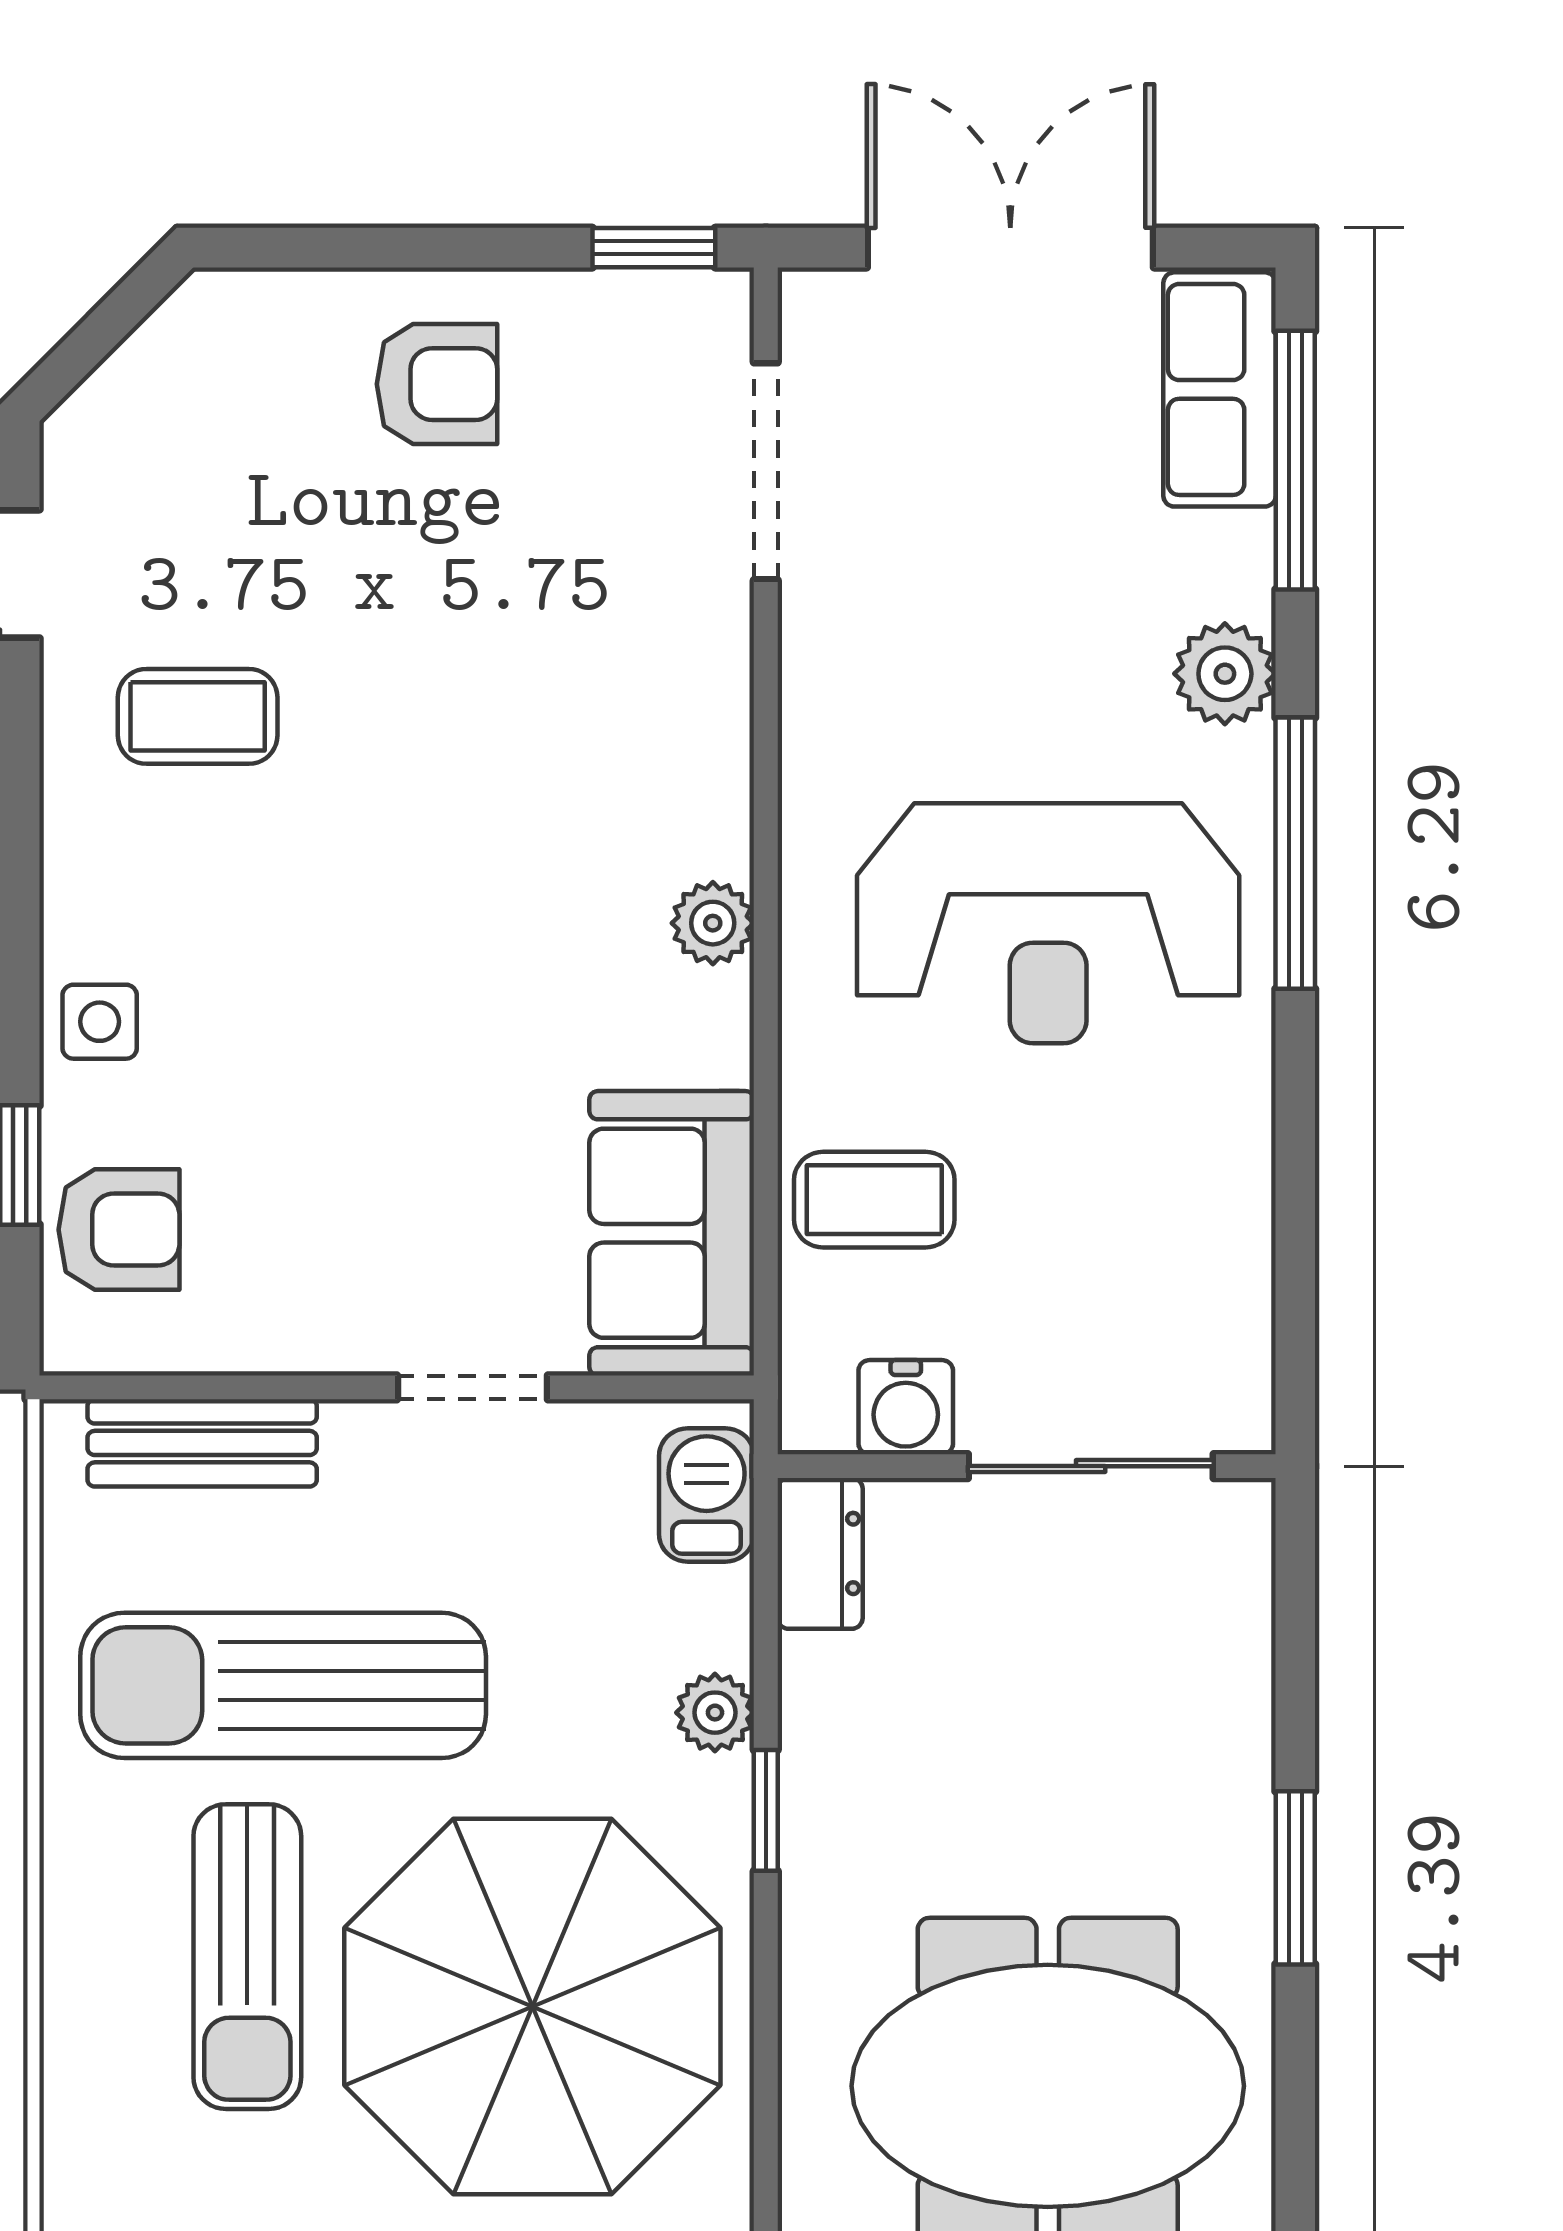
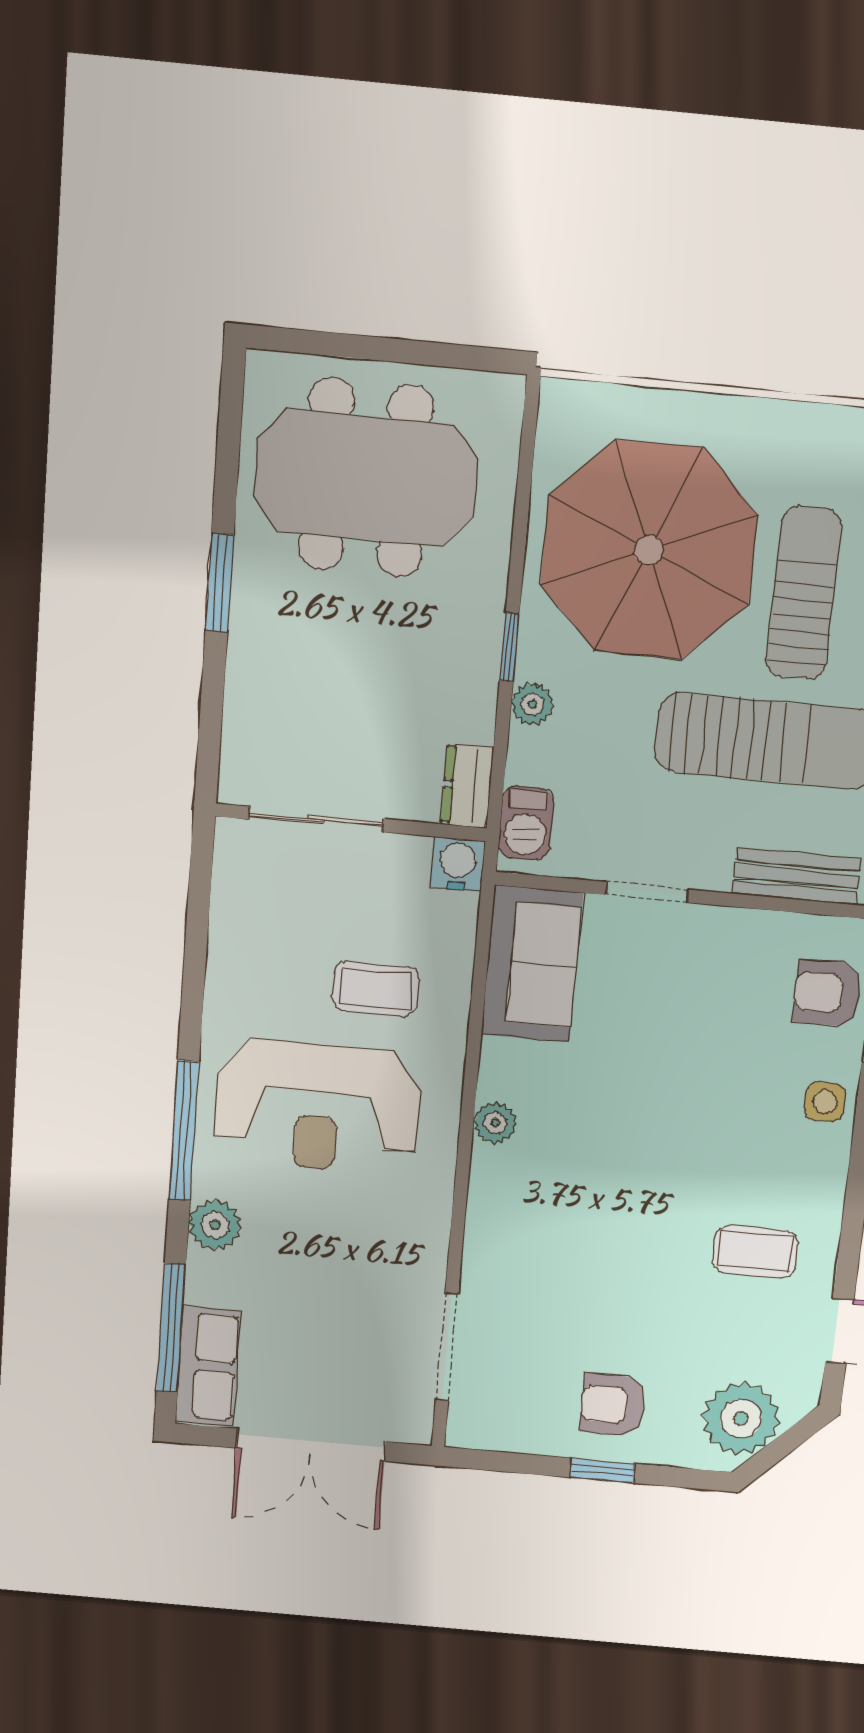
window: (654, 248) -> (603, 1471), moved
plant: (188, 379) -> (741, 1419), added
reception desk: (1048, 923) -> (317, 1107), turned 180
coffee table: (874, 1200) -> (376, 989), moved
water cooler: (906, 1407) -> (458, 864), moved

